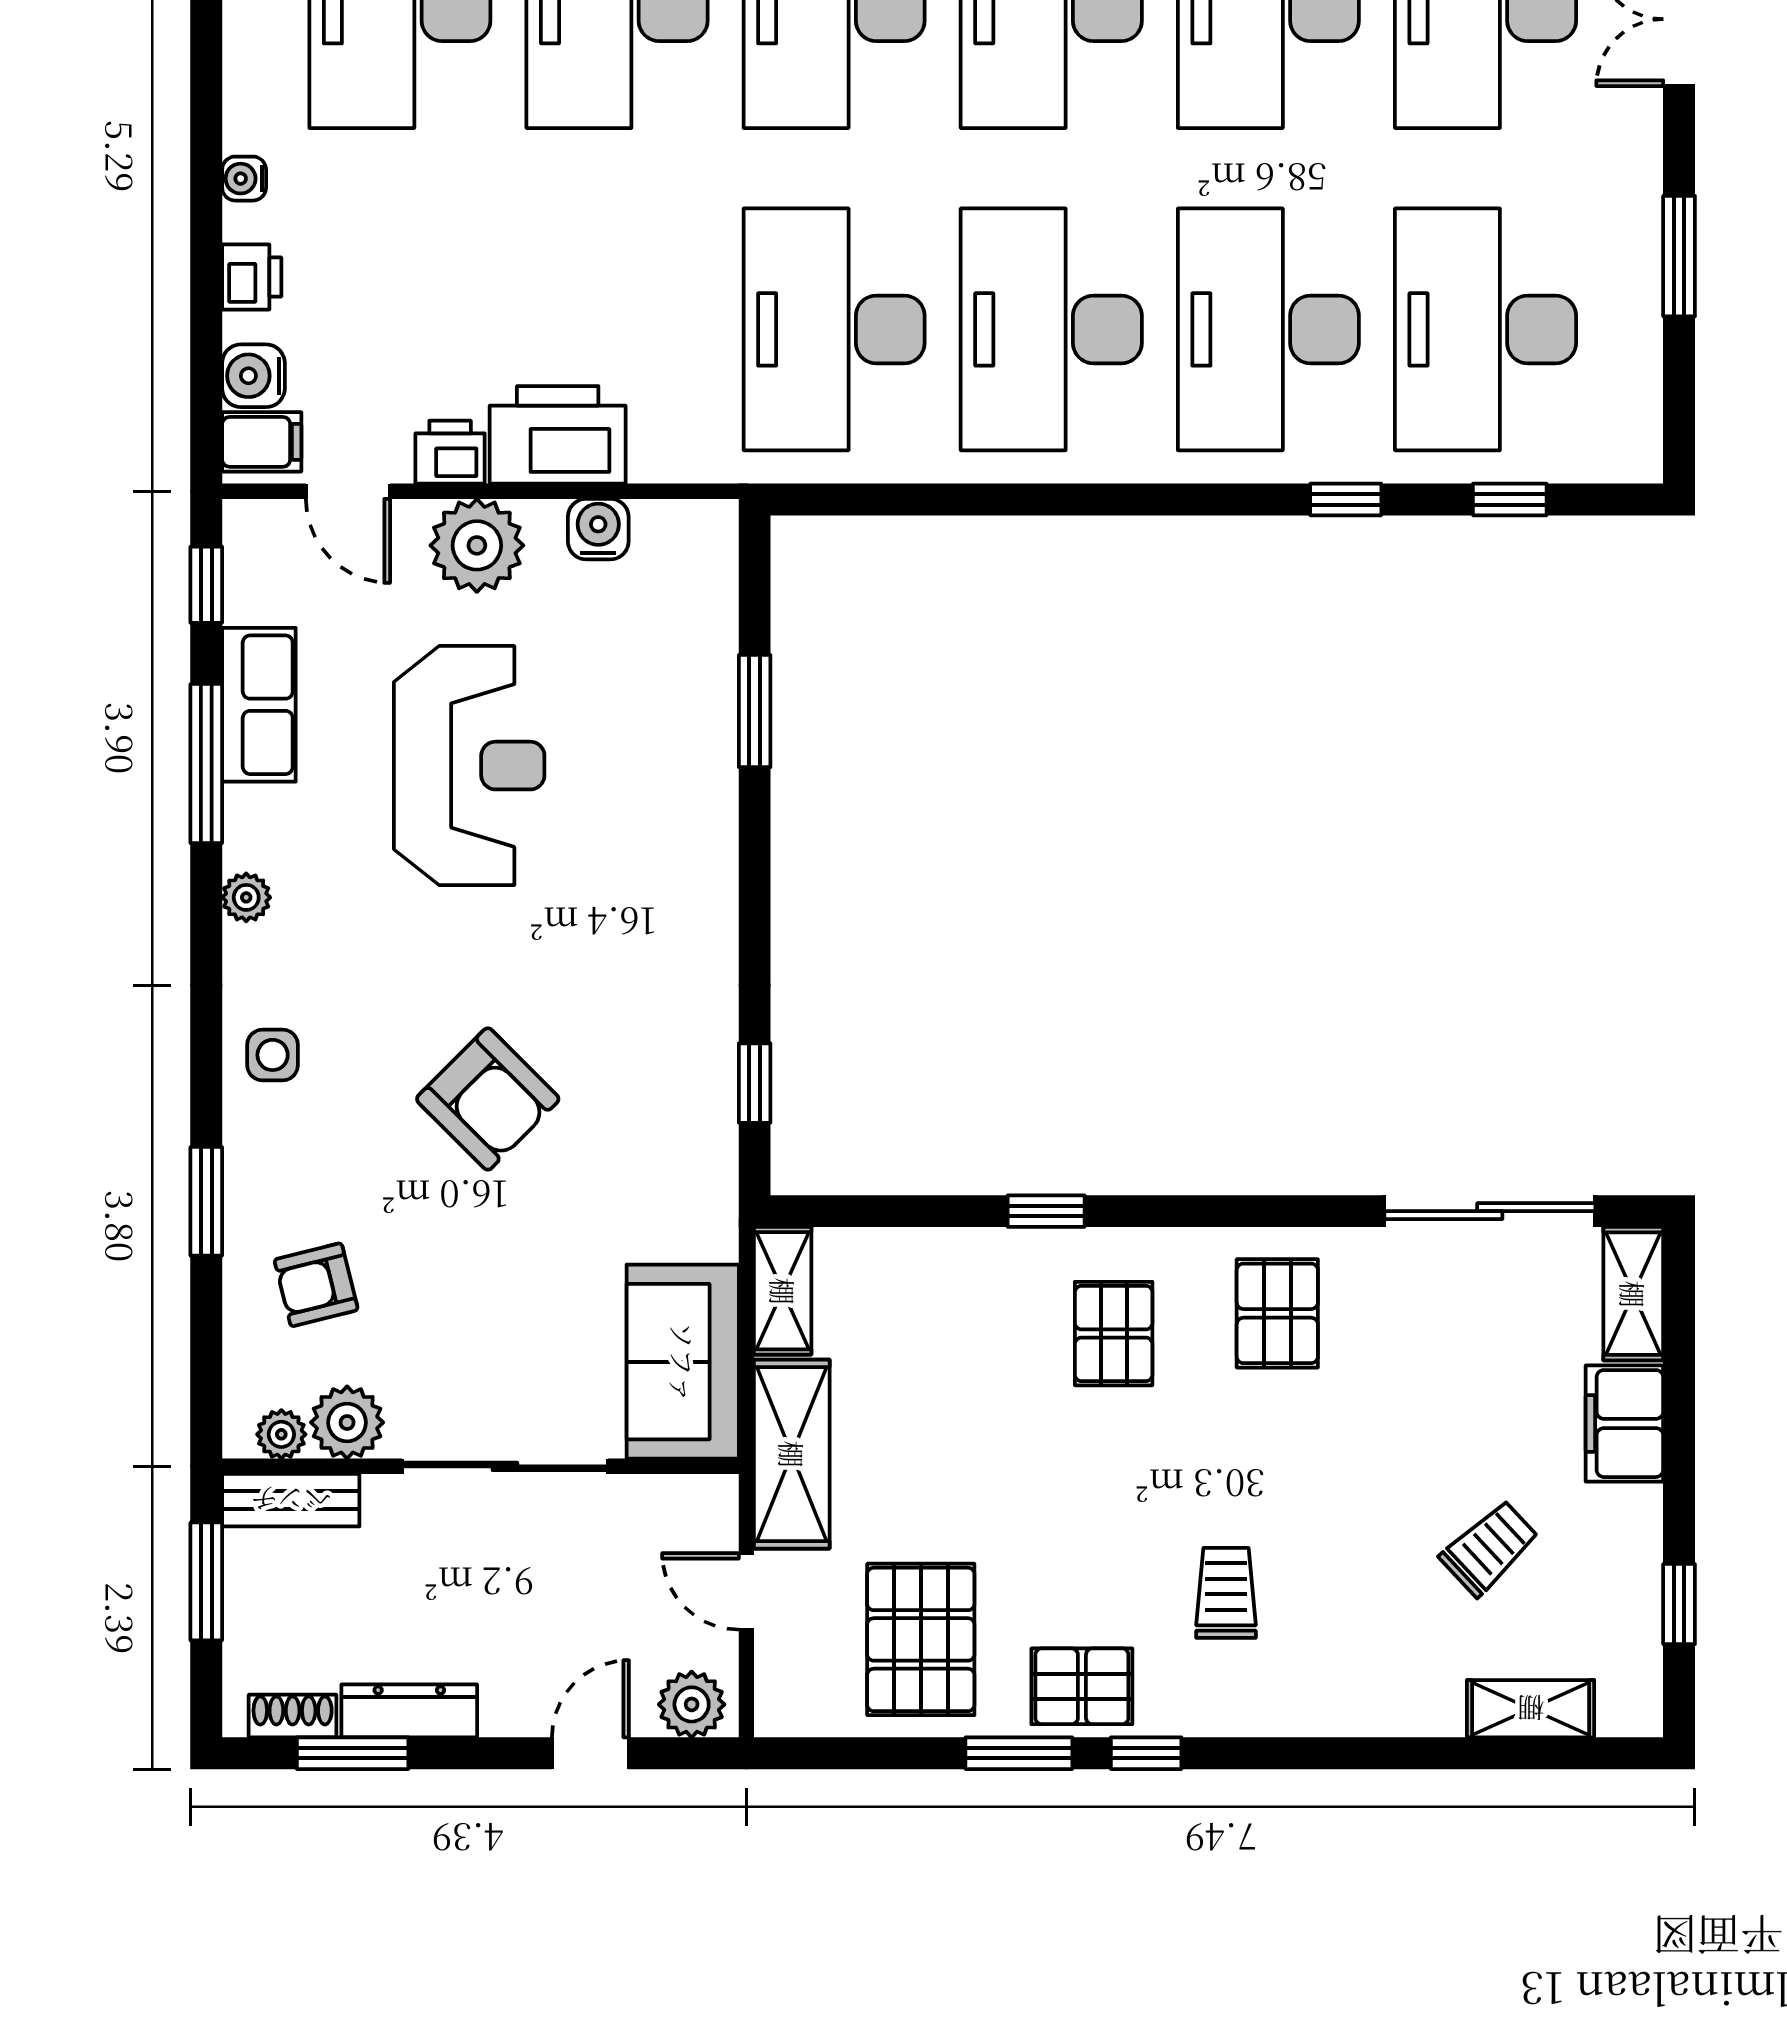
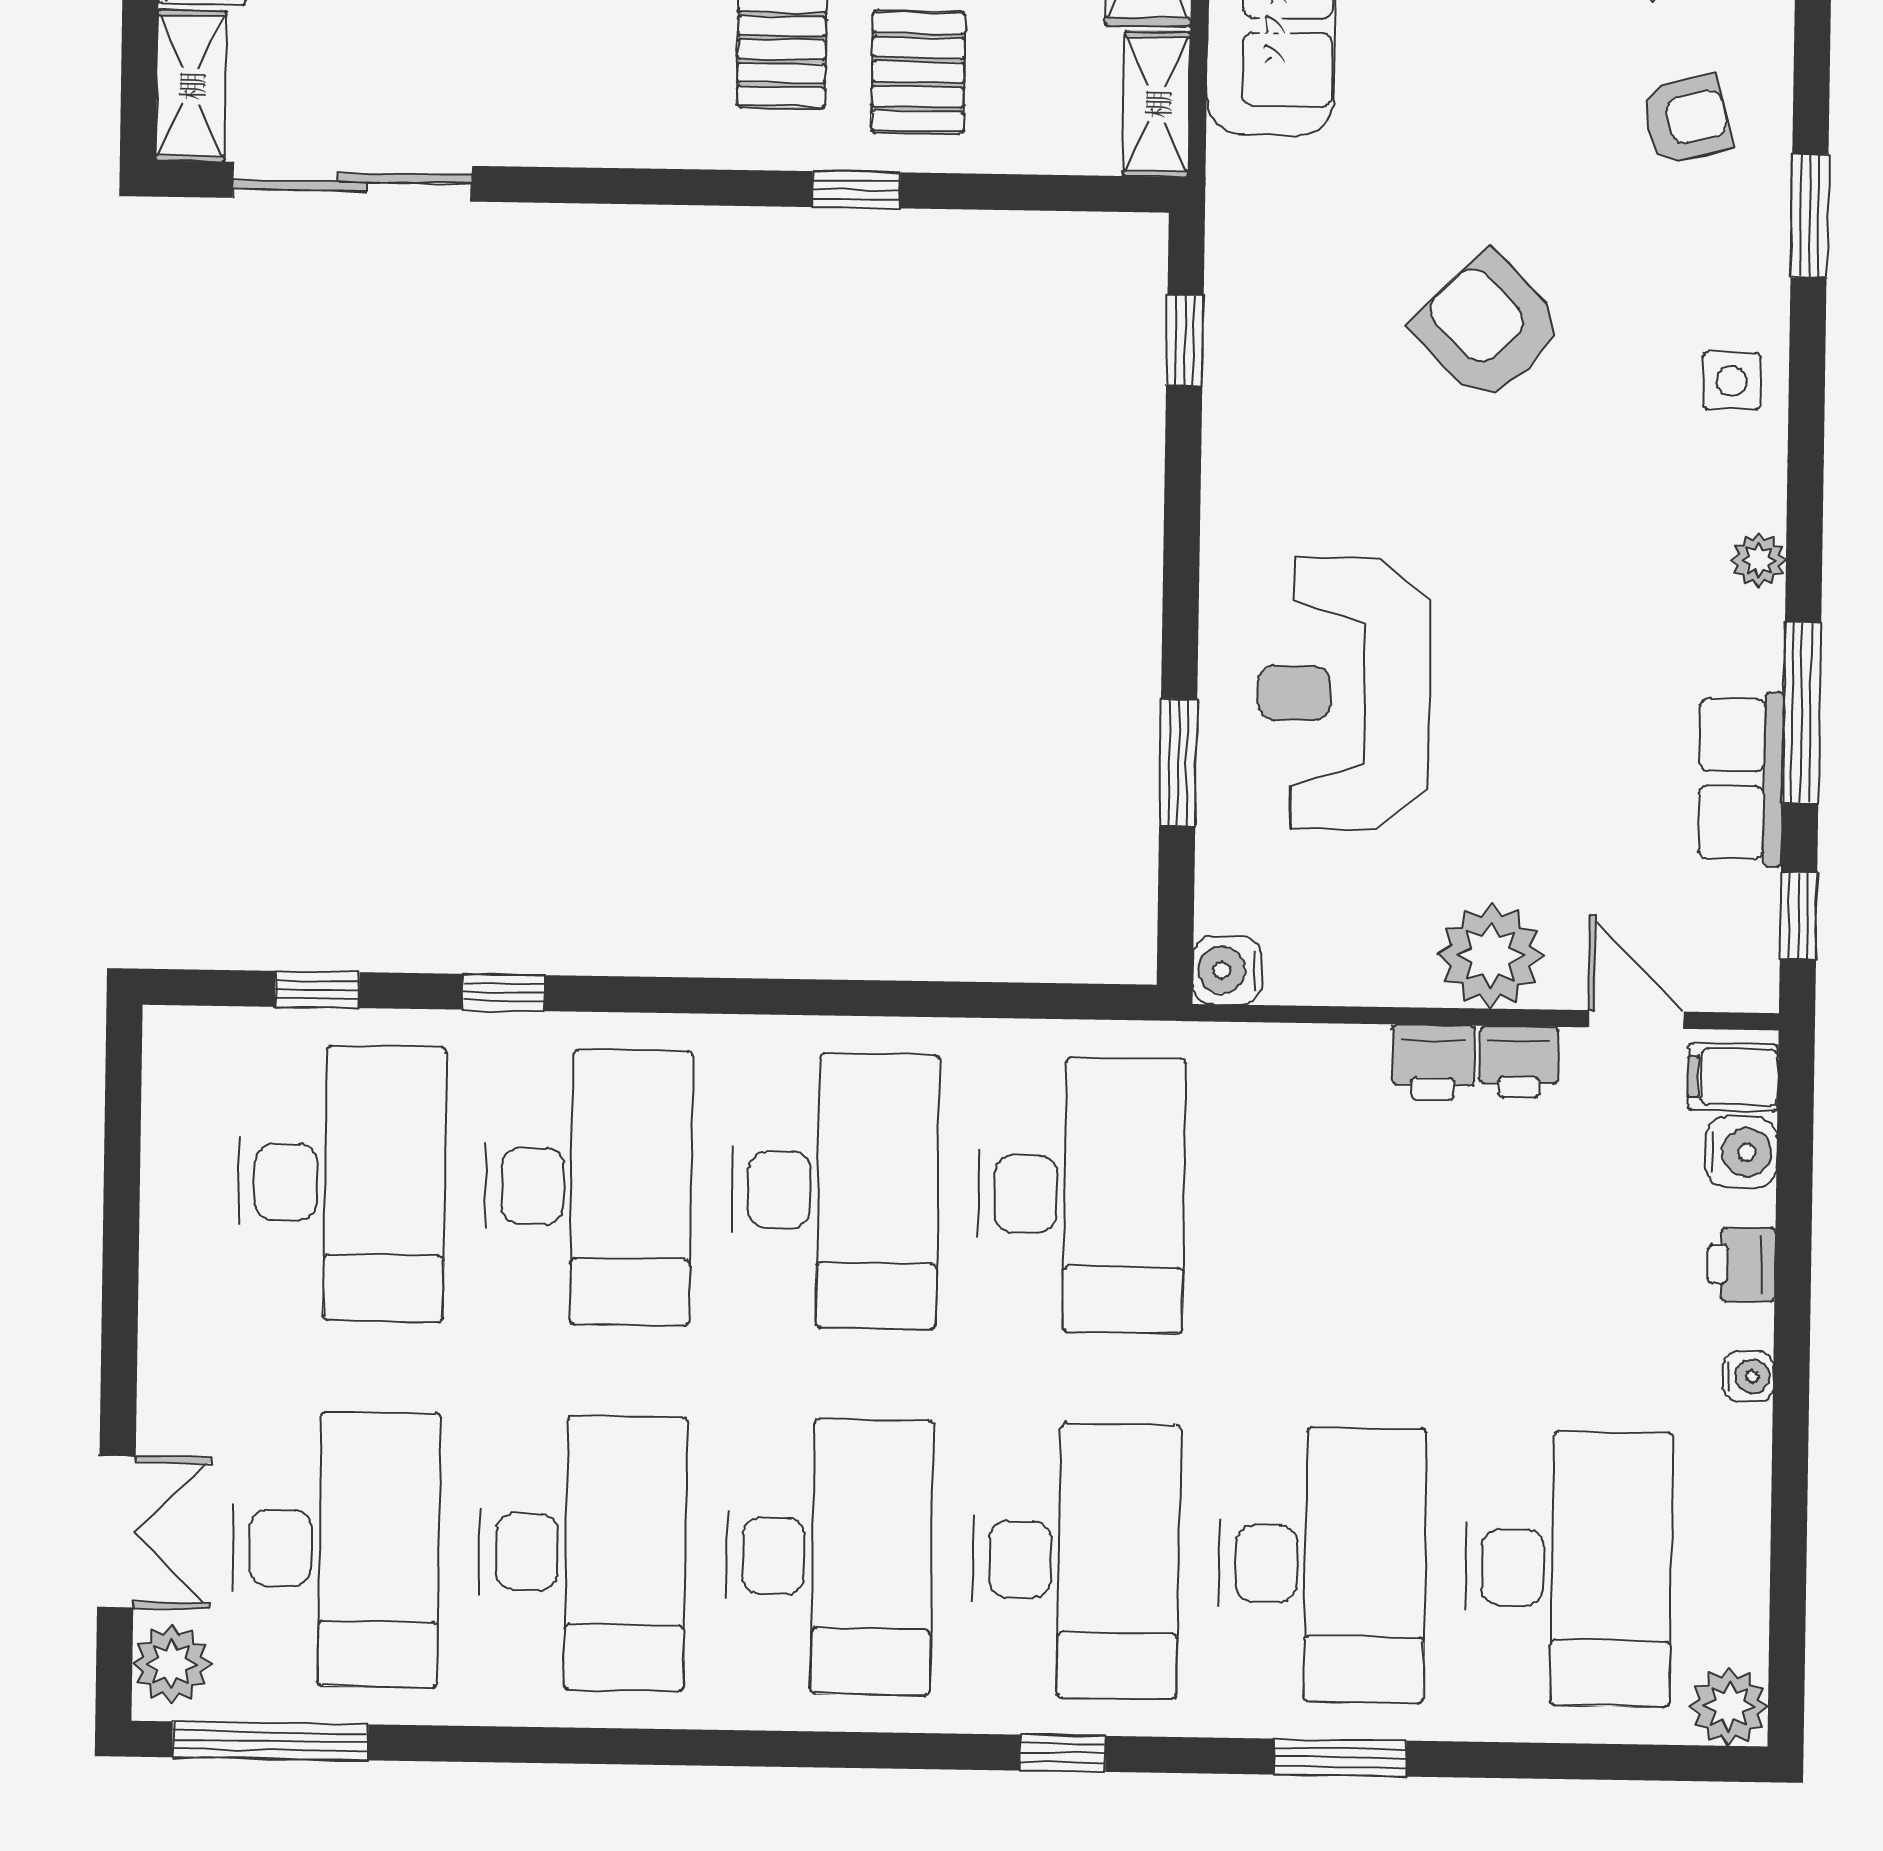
window: (1679, 256) -> (121, 1263), removed
printer: (558, 435) -> (1433, 1062), width x0.53, depth x0.68
water cooler: (598, 529) -> (1227, 970), moved, turned 90
reception desk: (469, 766) -> (1344, 694), moved
pallet: (1277, 1313) -> (918, 72), moved

